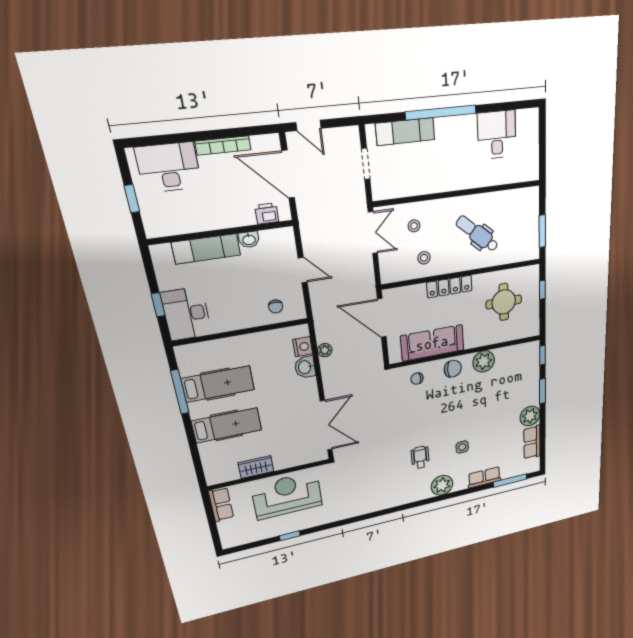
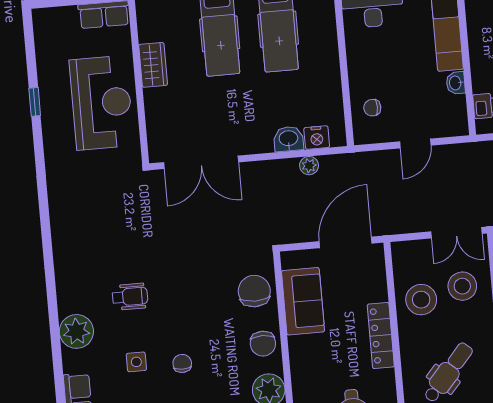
stool: (414, 226) -> (462, 286), width x1.89, depth x1.89
stool: (424, 258) -> (421, 300), width x1.89, depth x1.89
sofa: (432, 343) -> (303, 301), width x0.73
chair: (417, 379) -> (254, 291), width x1.87, depth x1.87
chair: (464, 419) -> (182, 363), added

